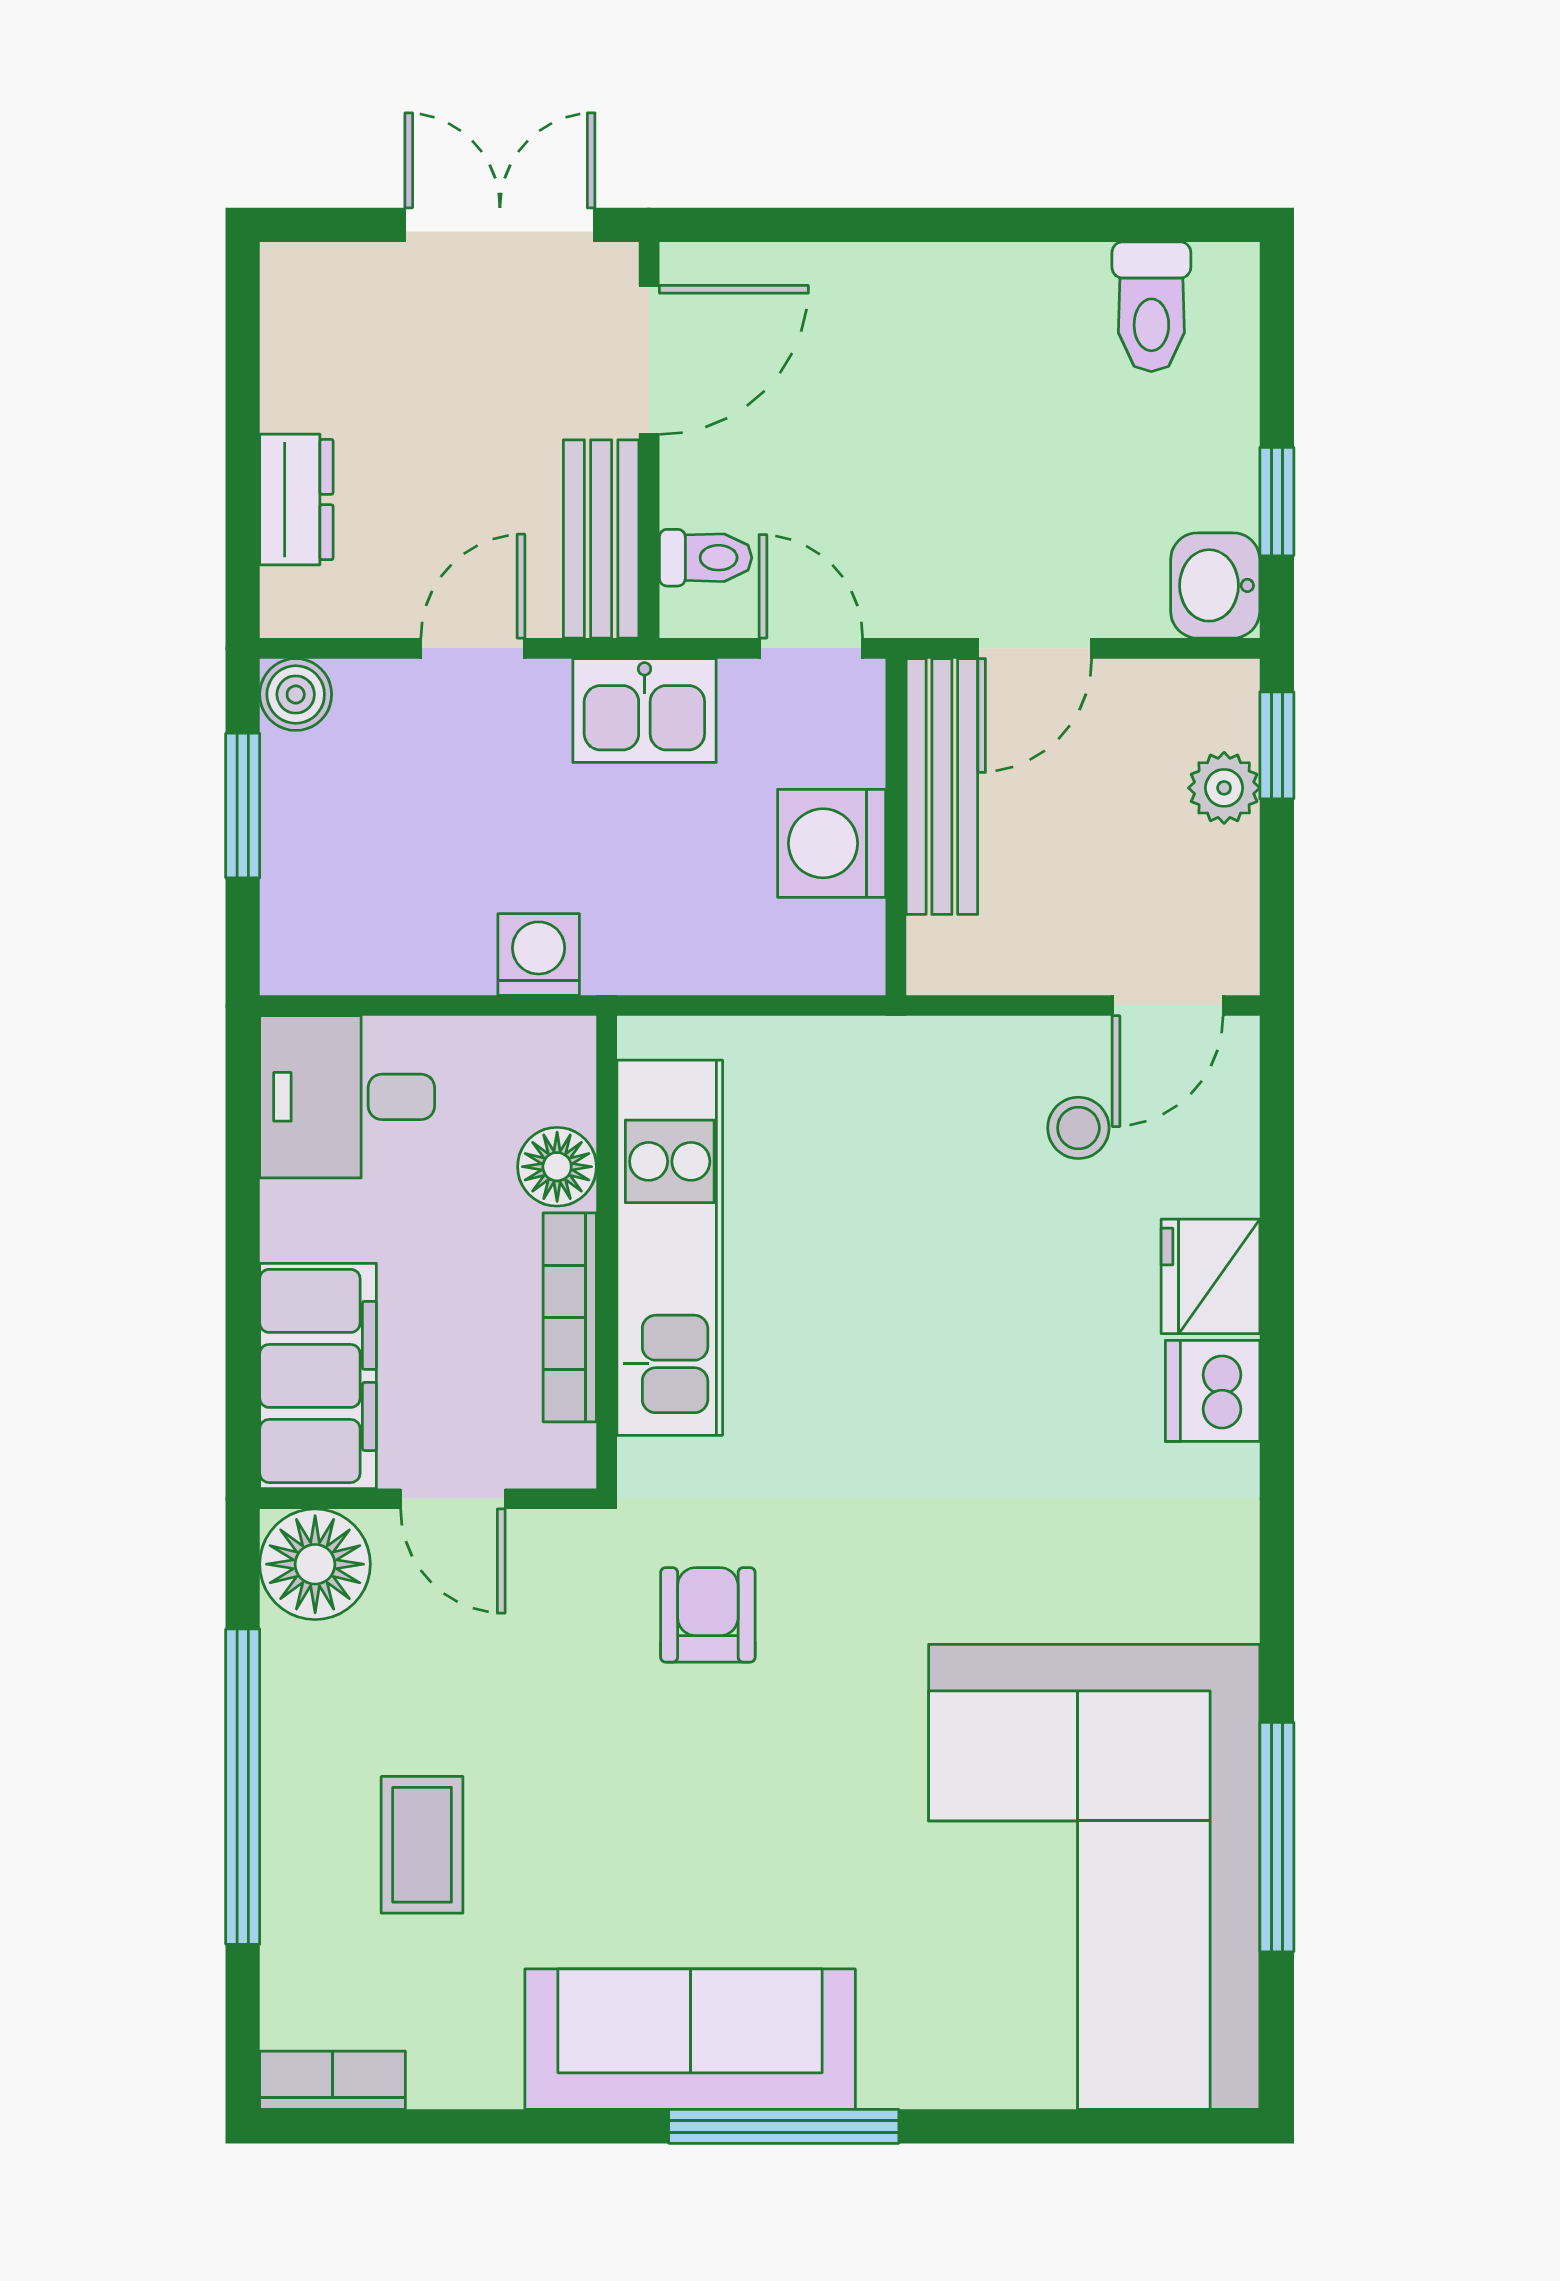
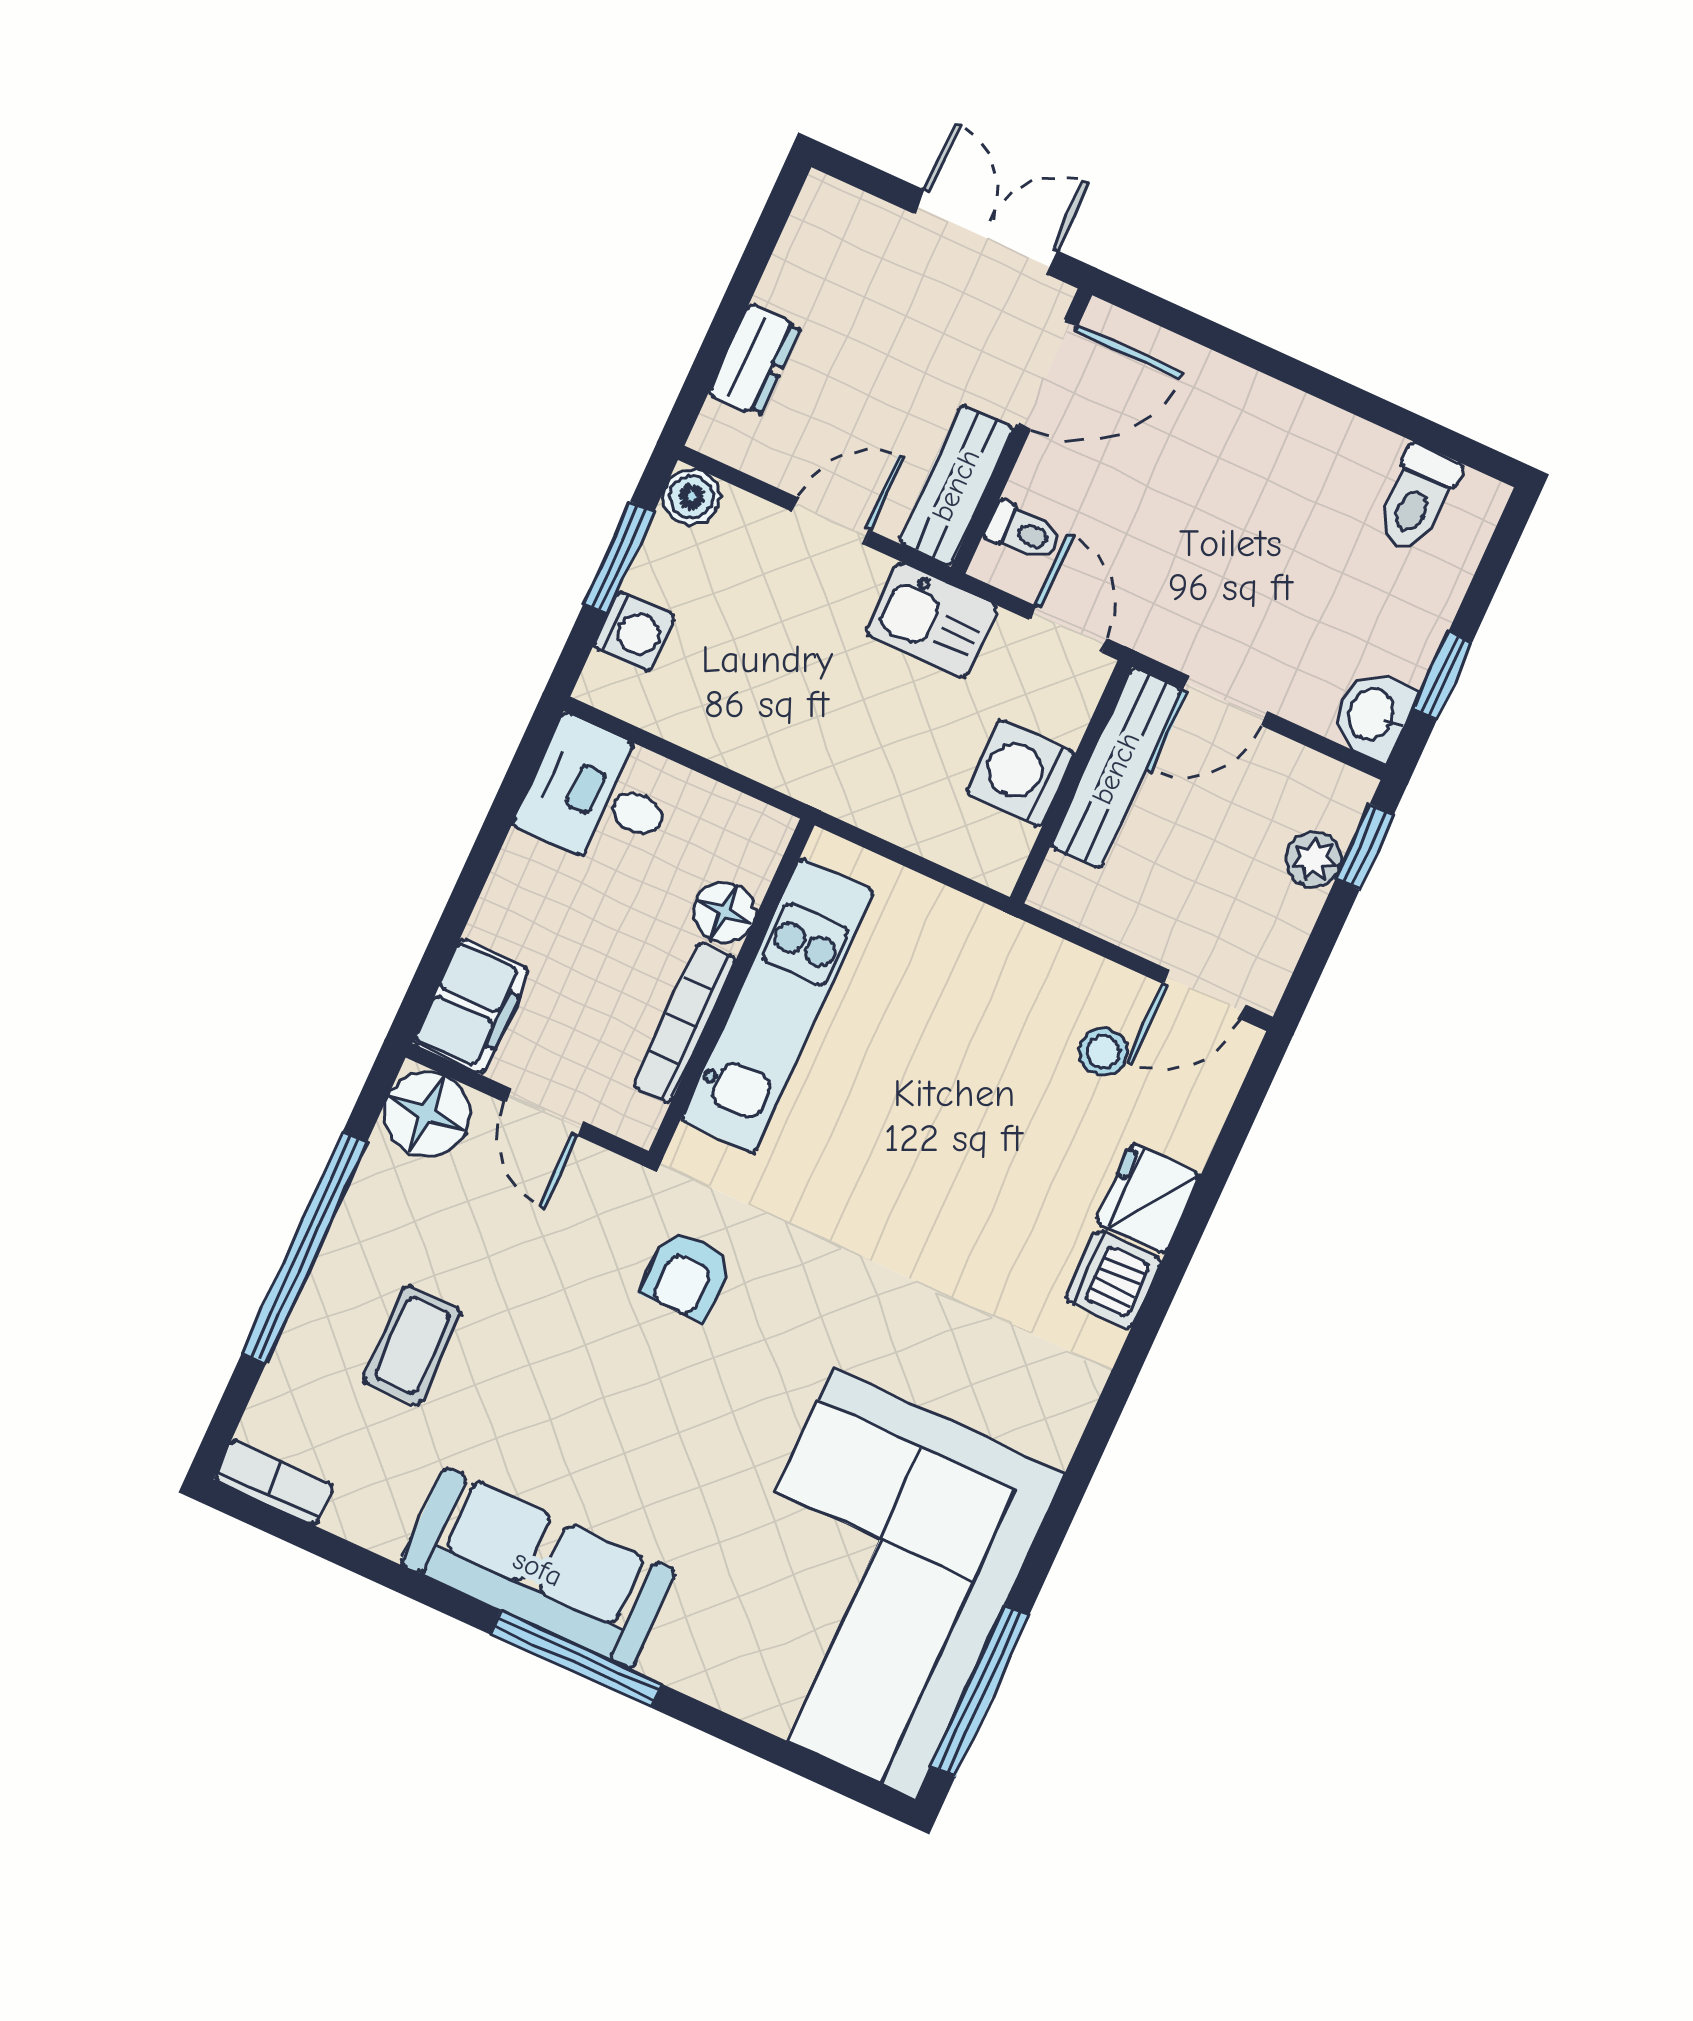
washing machine: (539, 954) -> (634, 632), moved, turned 90
filing cabinet: (318, 1376) -> (471, 1006), width x0.67, depth x0.86
armchair: (708, 1615) -> (687, 1275), turned 180
window: (1277, 1837) -> (980, 1691), moved

